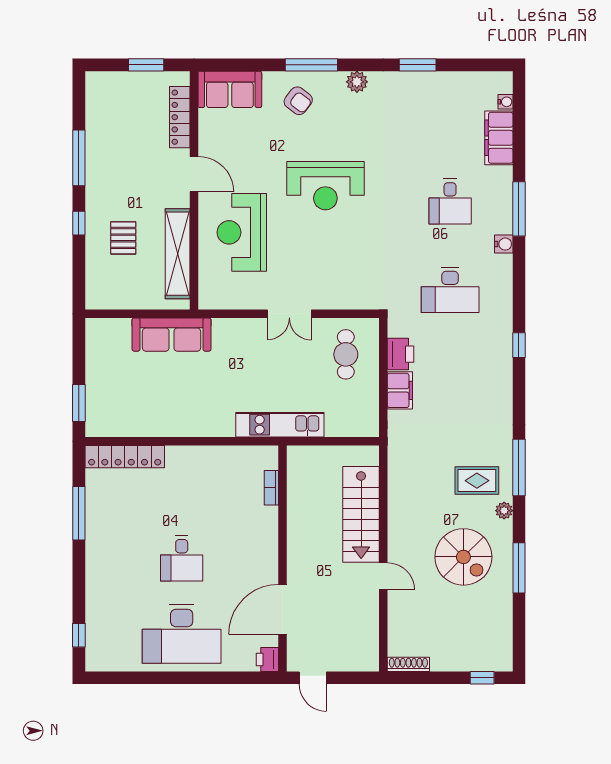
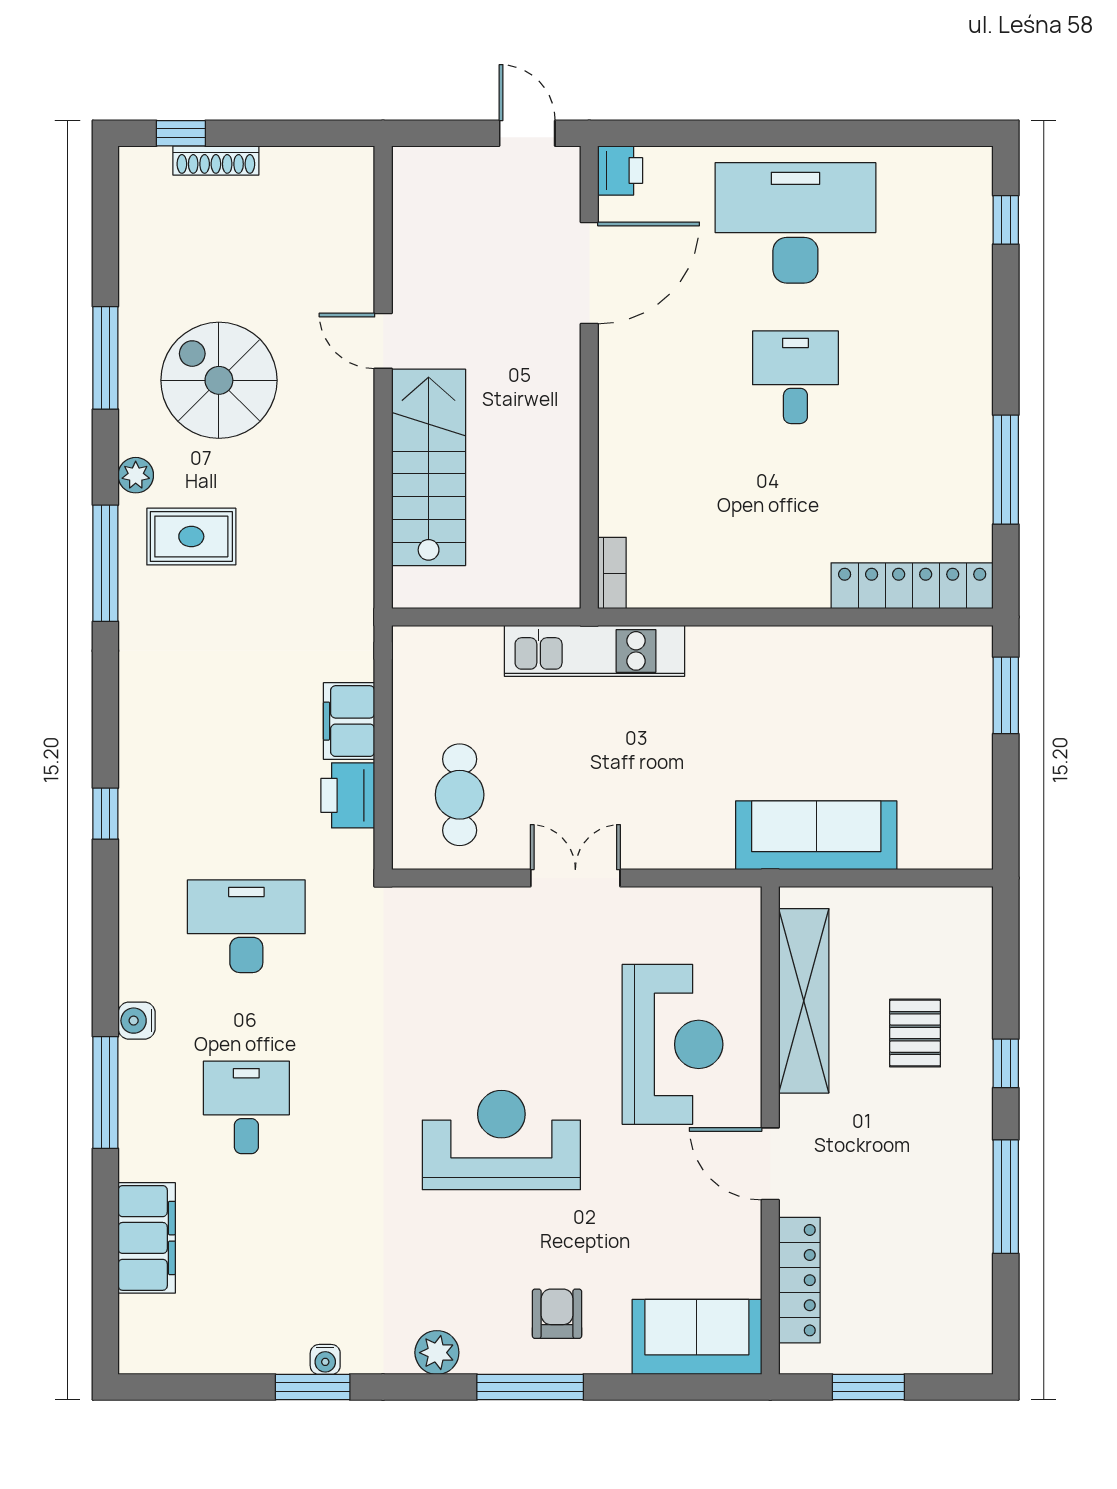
armchair: (298, 101) -> (557, 1314), turned 53
water cooler: (505, 102) -> (325, 1359), moved, turned -90
bookcase: (271, 488) -> (612, 573), moved
shoe rack: (408, 664) -> (216, 160), moved

